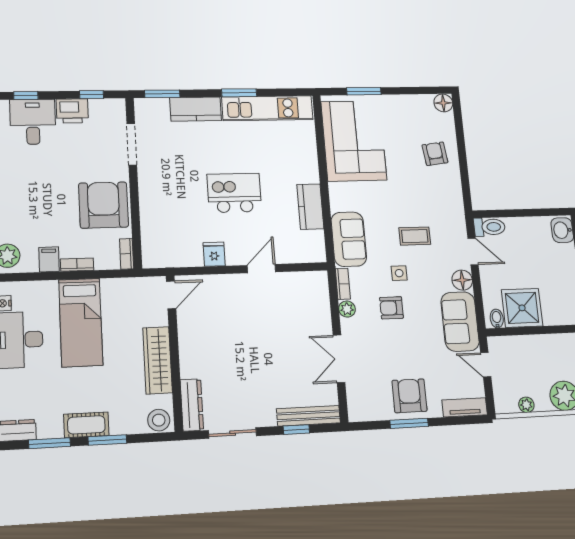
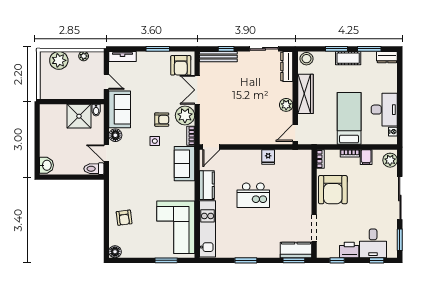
kitchen unit: (267, 108) -> (208, 229), moved, turned 90
kitchen counter: (196, 109) -> (296, 250), moved
coffee table: (415, 236) -> (143, 164), removed
door: (261, 269) -> (211, 147), moved
plant: (347, 309) -> (185, 115), width x1.88, depth x1.88
plant: (189, 340) -> (286, 105), added
double door: (339, 359) -> (197, 90), swing flipped
armchair: (409, 396) -> (181, 65), moved

